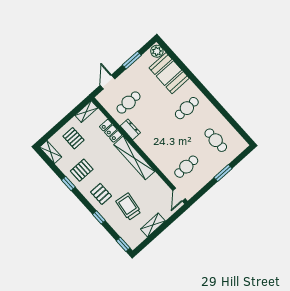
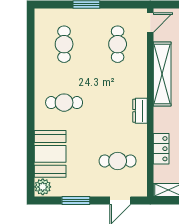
dresser: (130, 129) -> (140, 111), moved
shelving: (134, 158) -> (162, 74), moved
cafe table: (186, 167) -> (118, 44), turned 90

